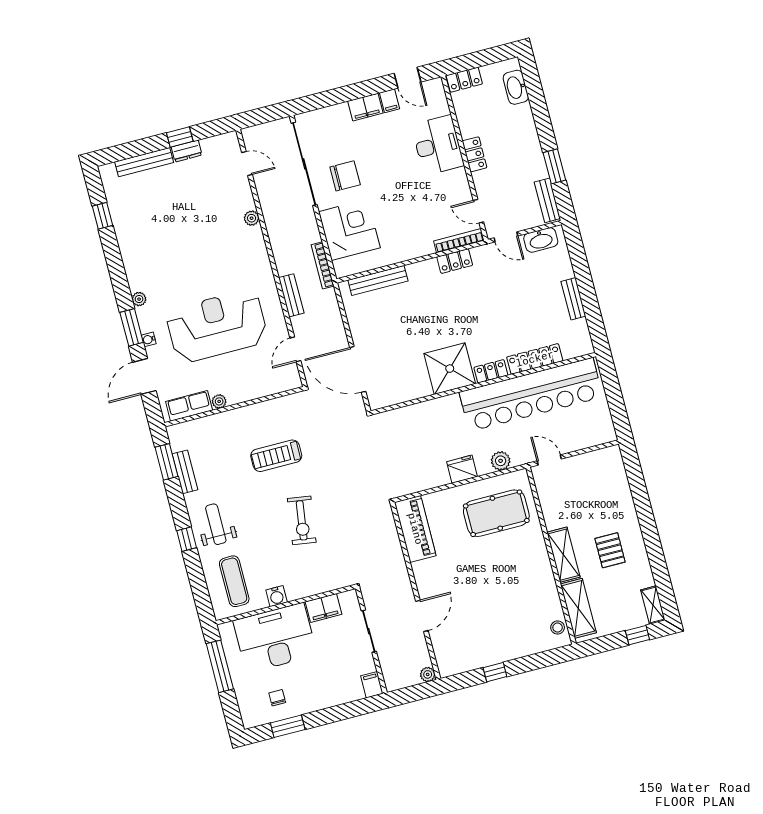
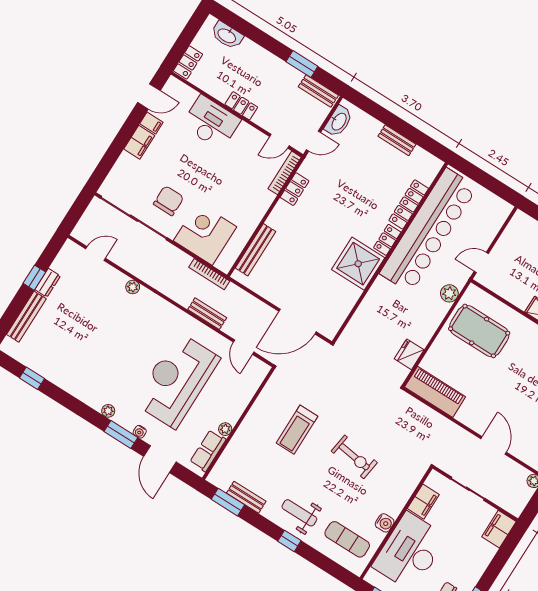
fridge: (462, 469) -> (409, 354), moved
pool table: (496, 513) -> (479, 331), turned 90
filing cabinet: (372, 685) -> (499, 529), width x2.00

